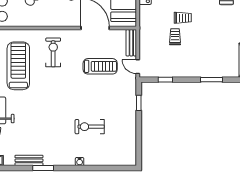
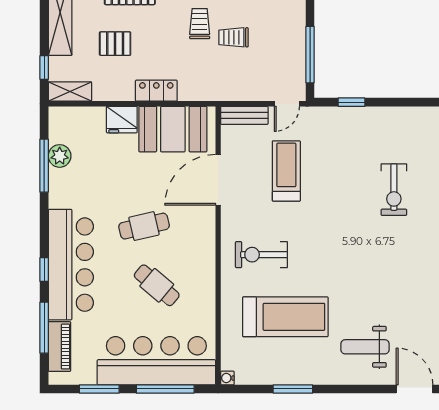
treadmill: (18, 66) -> (285, 317), turned 180
window: (165, 80) -> (310, 55), width x2.17

